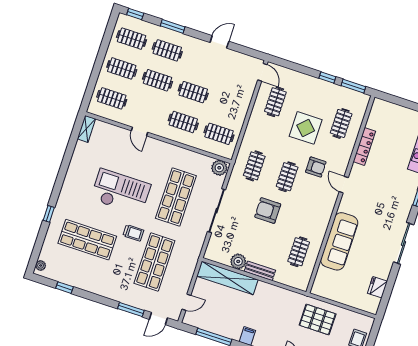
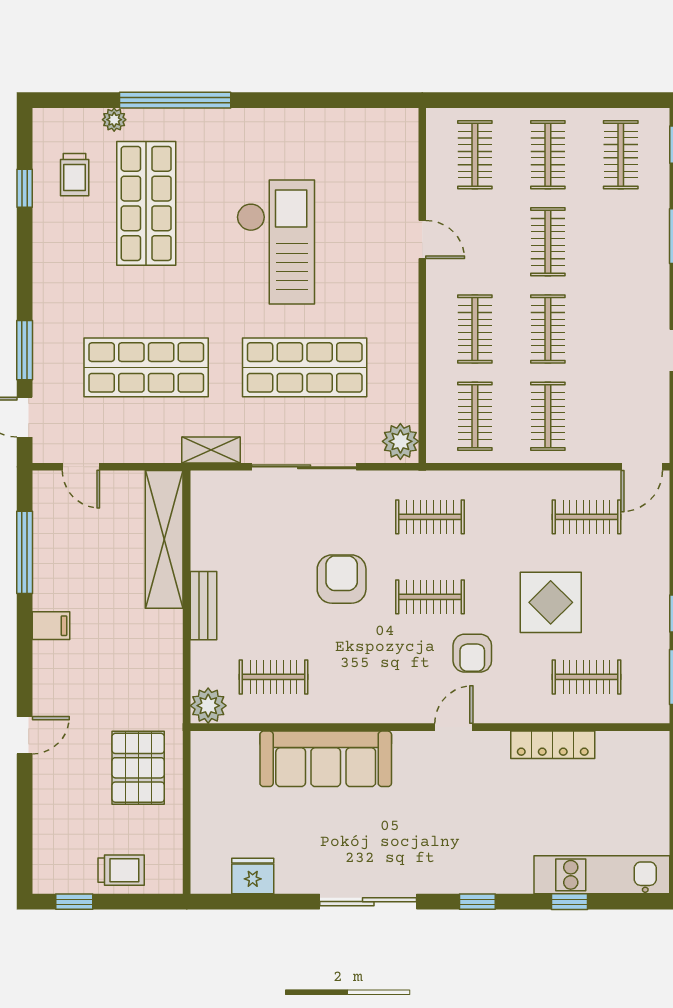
clothes rail: (167, 50) -> (548, 416), moved
shelving: (86, 129) -> (211, 450), moved
door: (139, 131) -> (422, 240), swing flipped
window: (49, 214) -> (175, 100), width x3.17
trolley: (133, 233) -> (75, 175), moved
plant: (238, 261) -> (208, 706), moved
plant: (41, 265) -> (114, 120), moved

